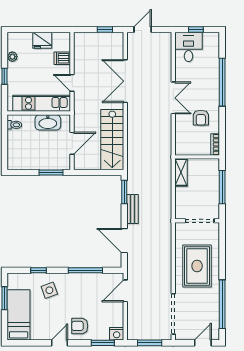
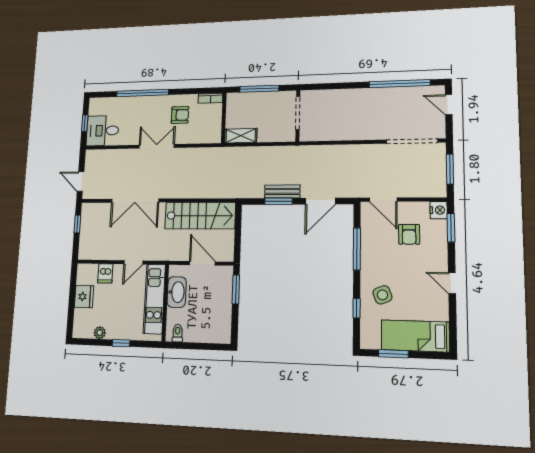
window: (124, 192) -> (278, 201), moved
rug: (197, 266) -> (352, 114), removed
armchair: (80, 326) -> (409, 234), moved

